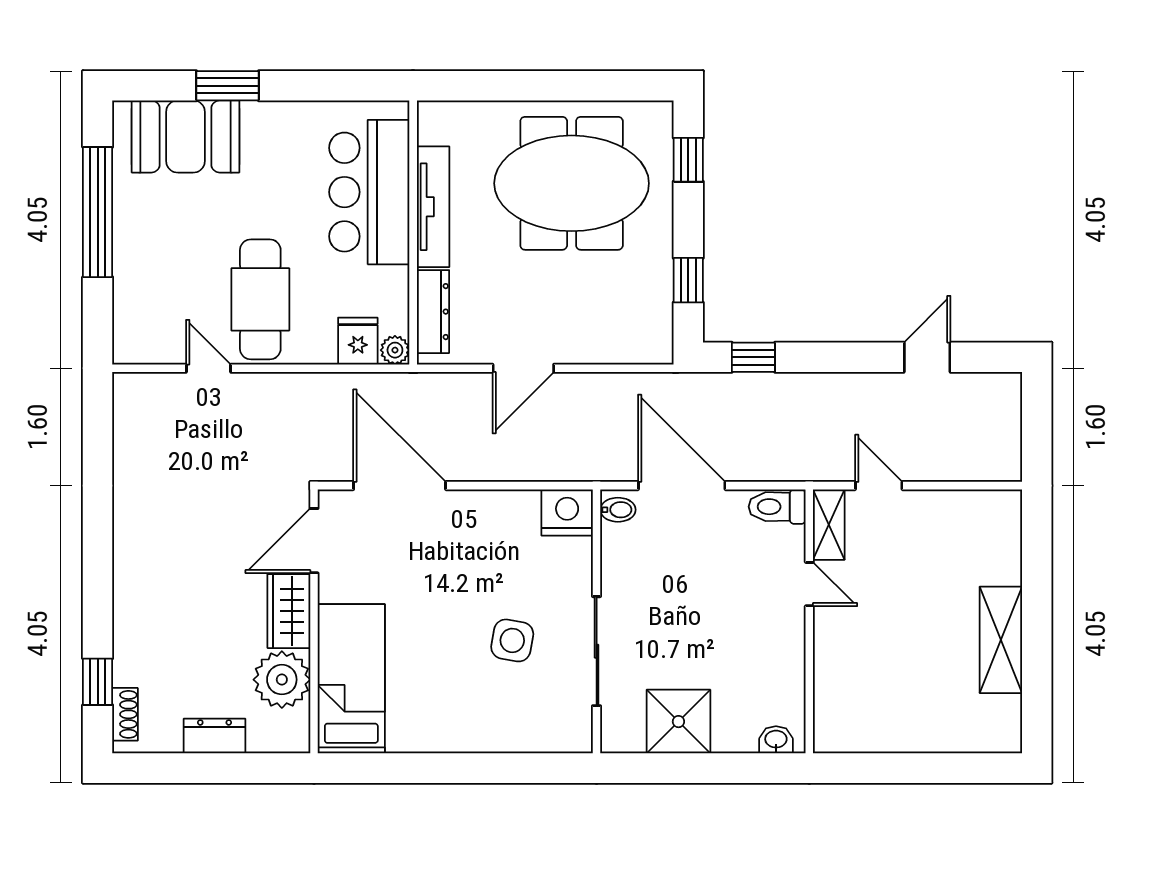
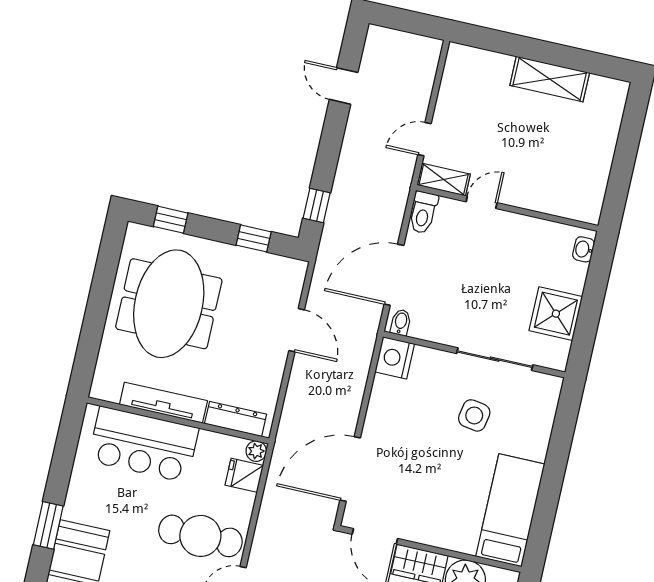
door: (523, 368) -> (297, 330), moved
bed: (351, 679) -> (510, 510), moved, turned 90

